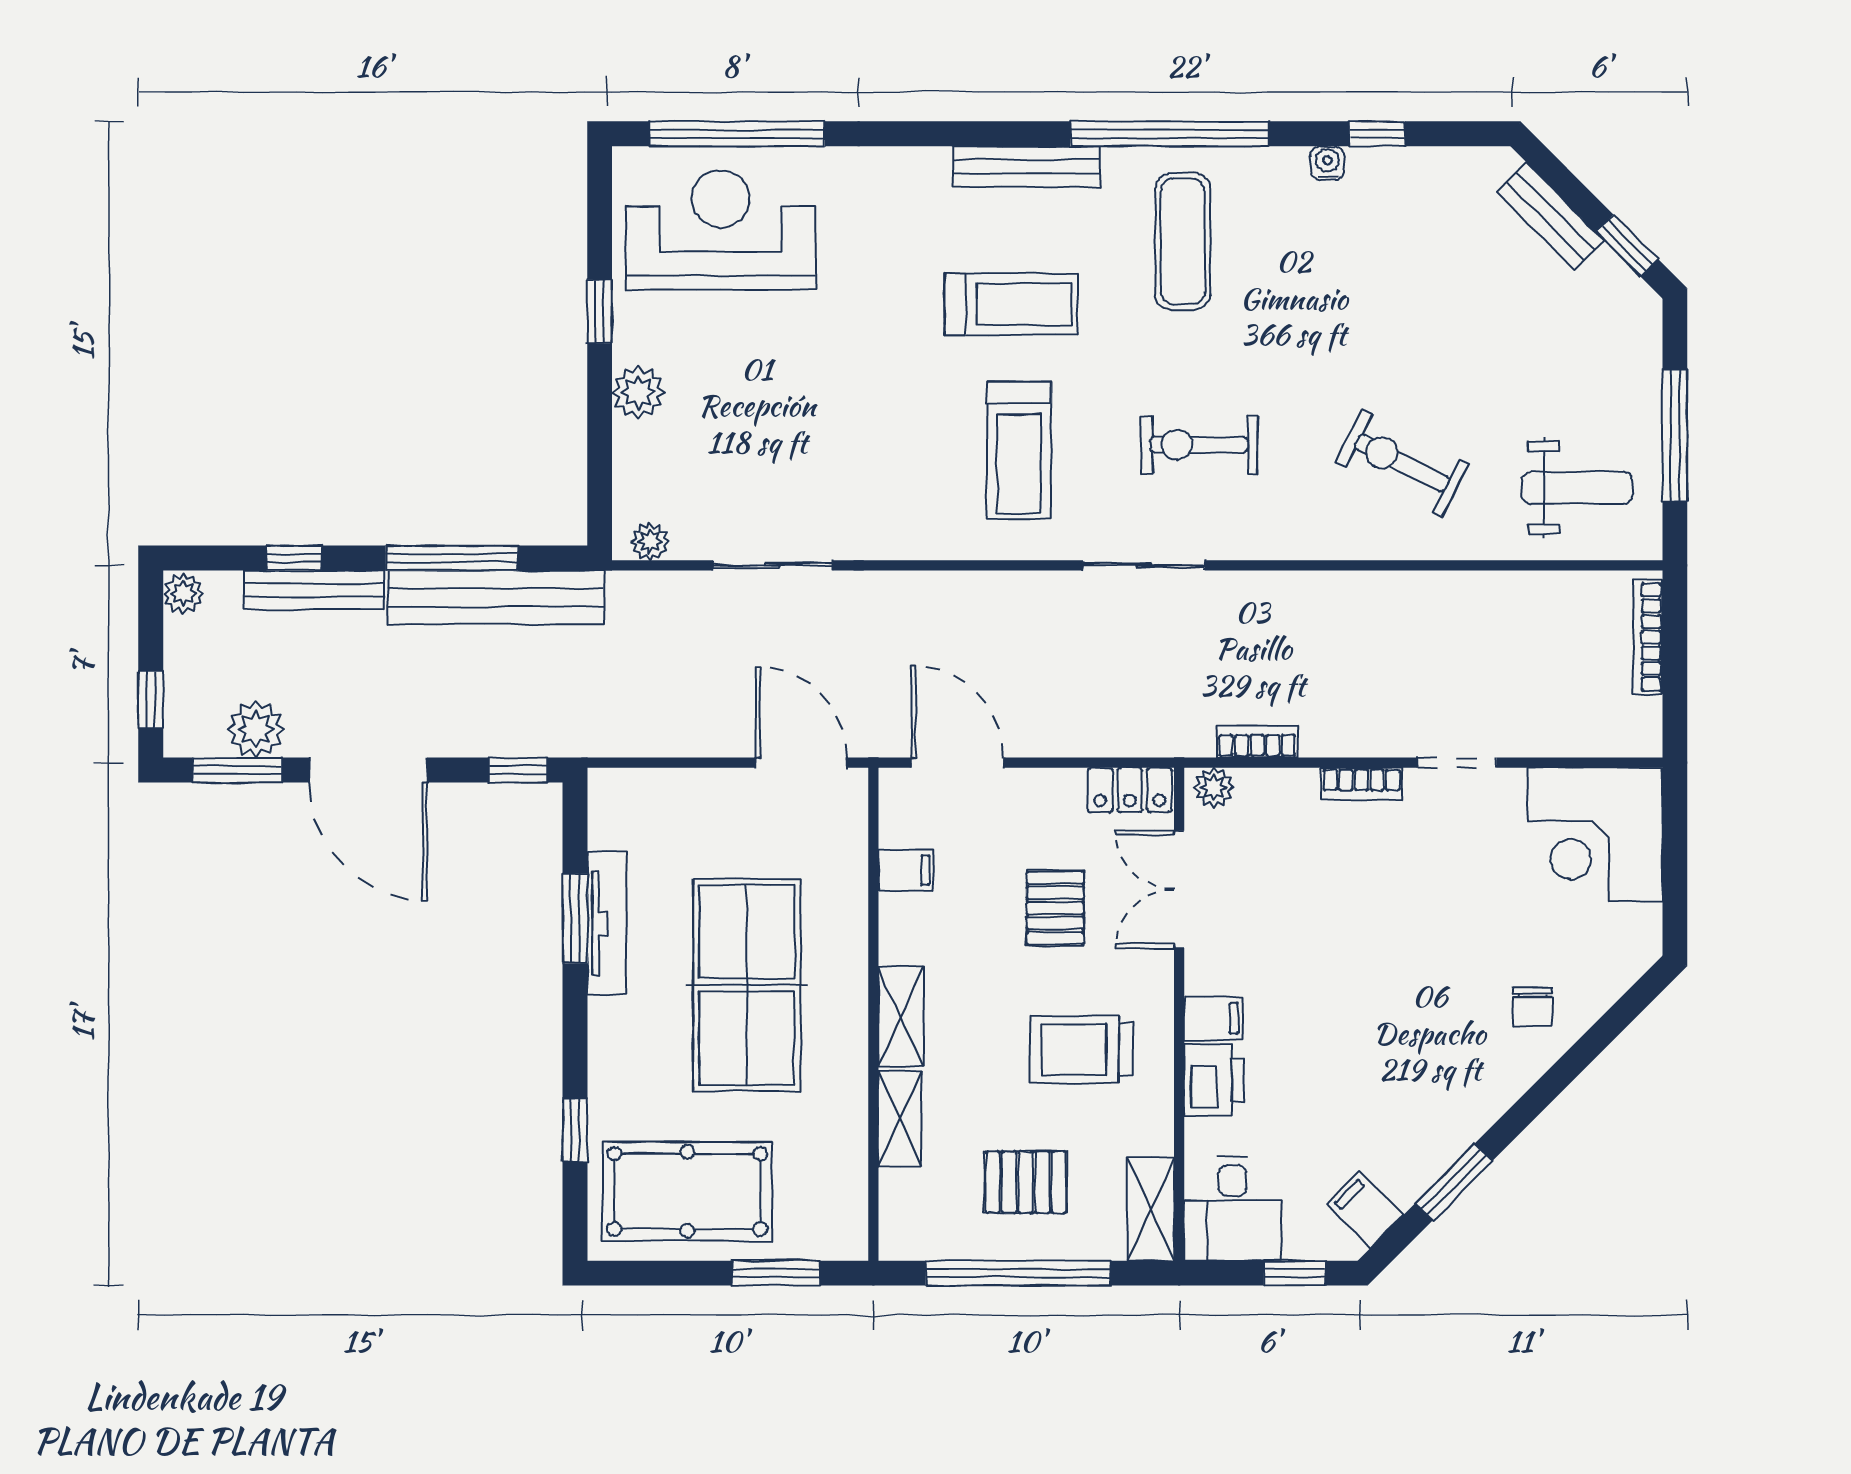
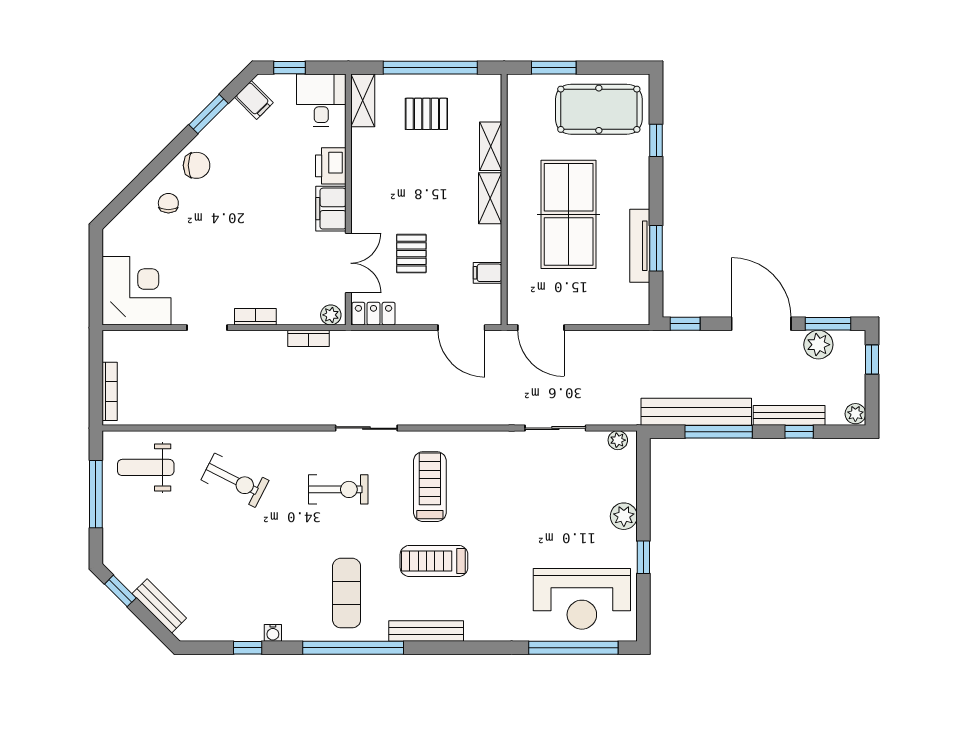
filing cabinet: (1213, 1018) -> (331, 209), width x2.00
trolley: (1081, 1050) -> (398, 181), removed
chair: (1477, 1081) -> (197, 165), added

